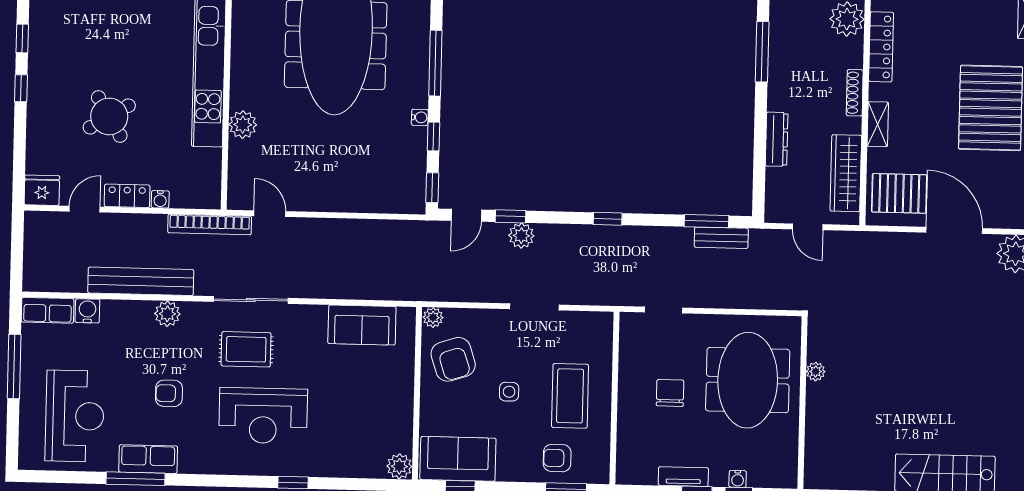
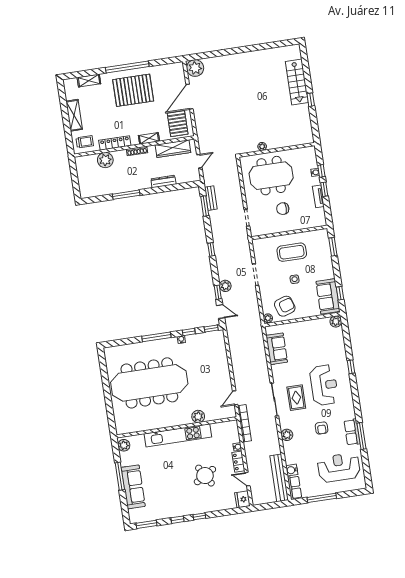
bench: (141, 281) -> (279, 478), moved
armchair: (557, 458) -> (320, 253), removed

